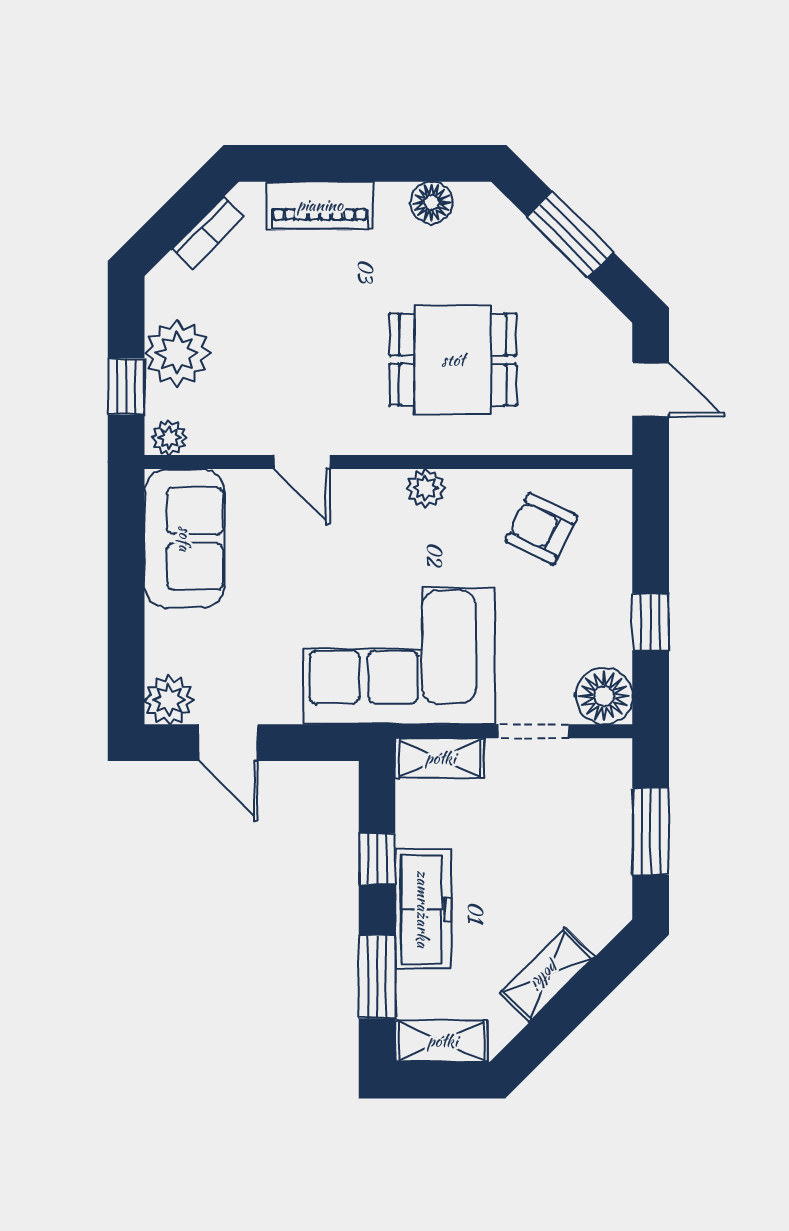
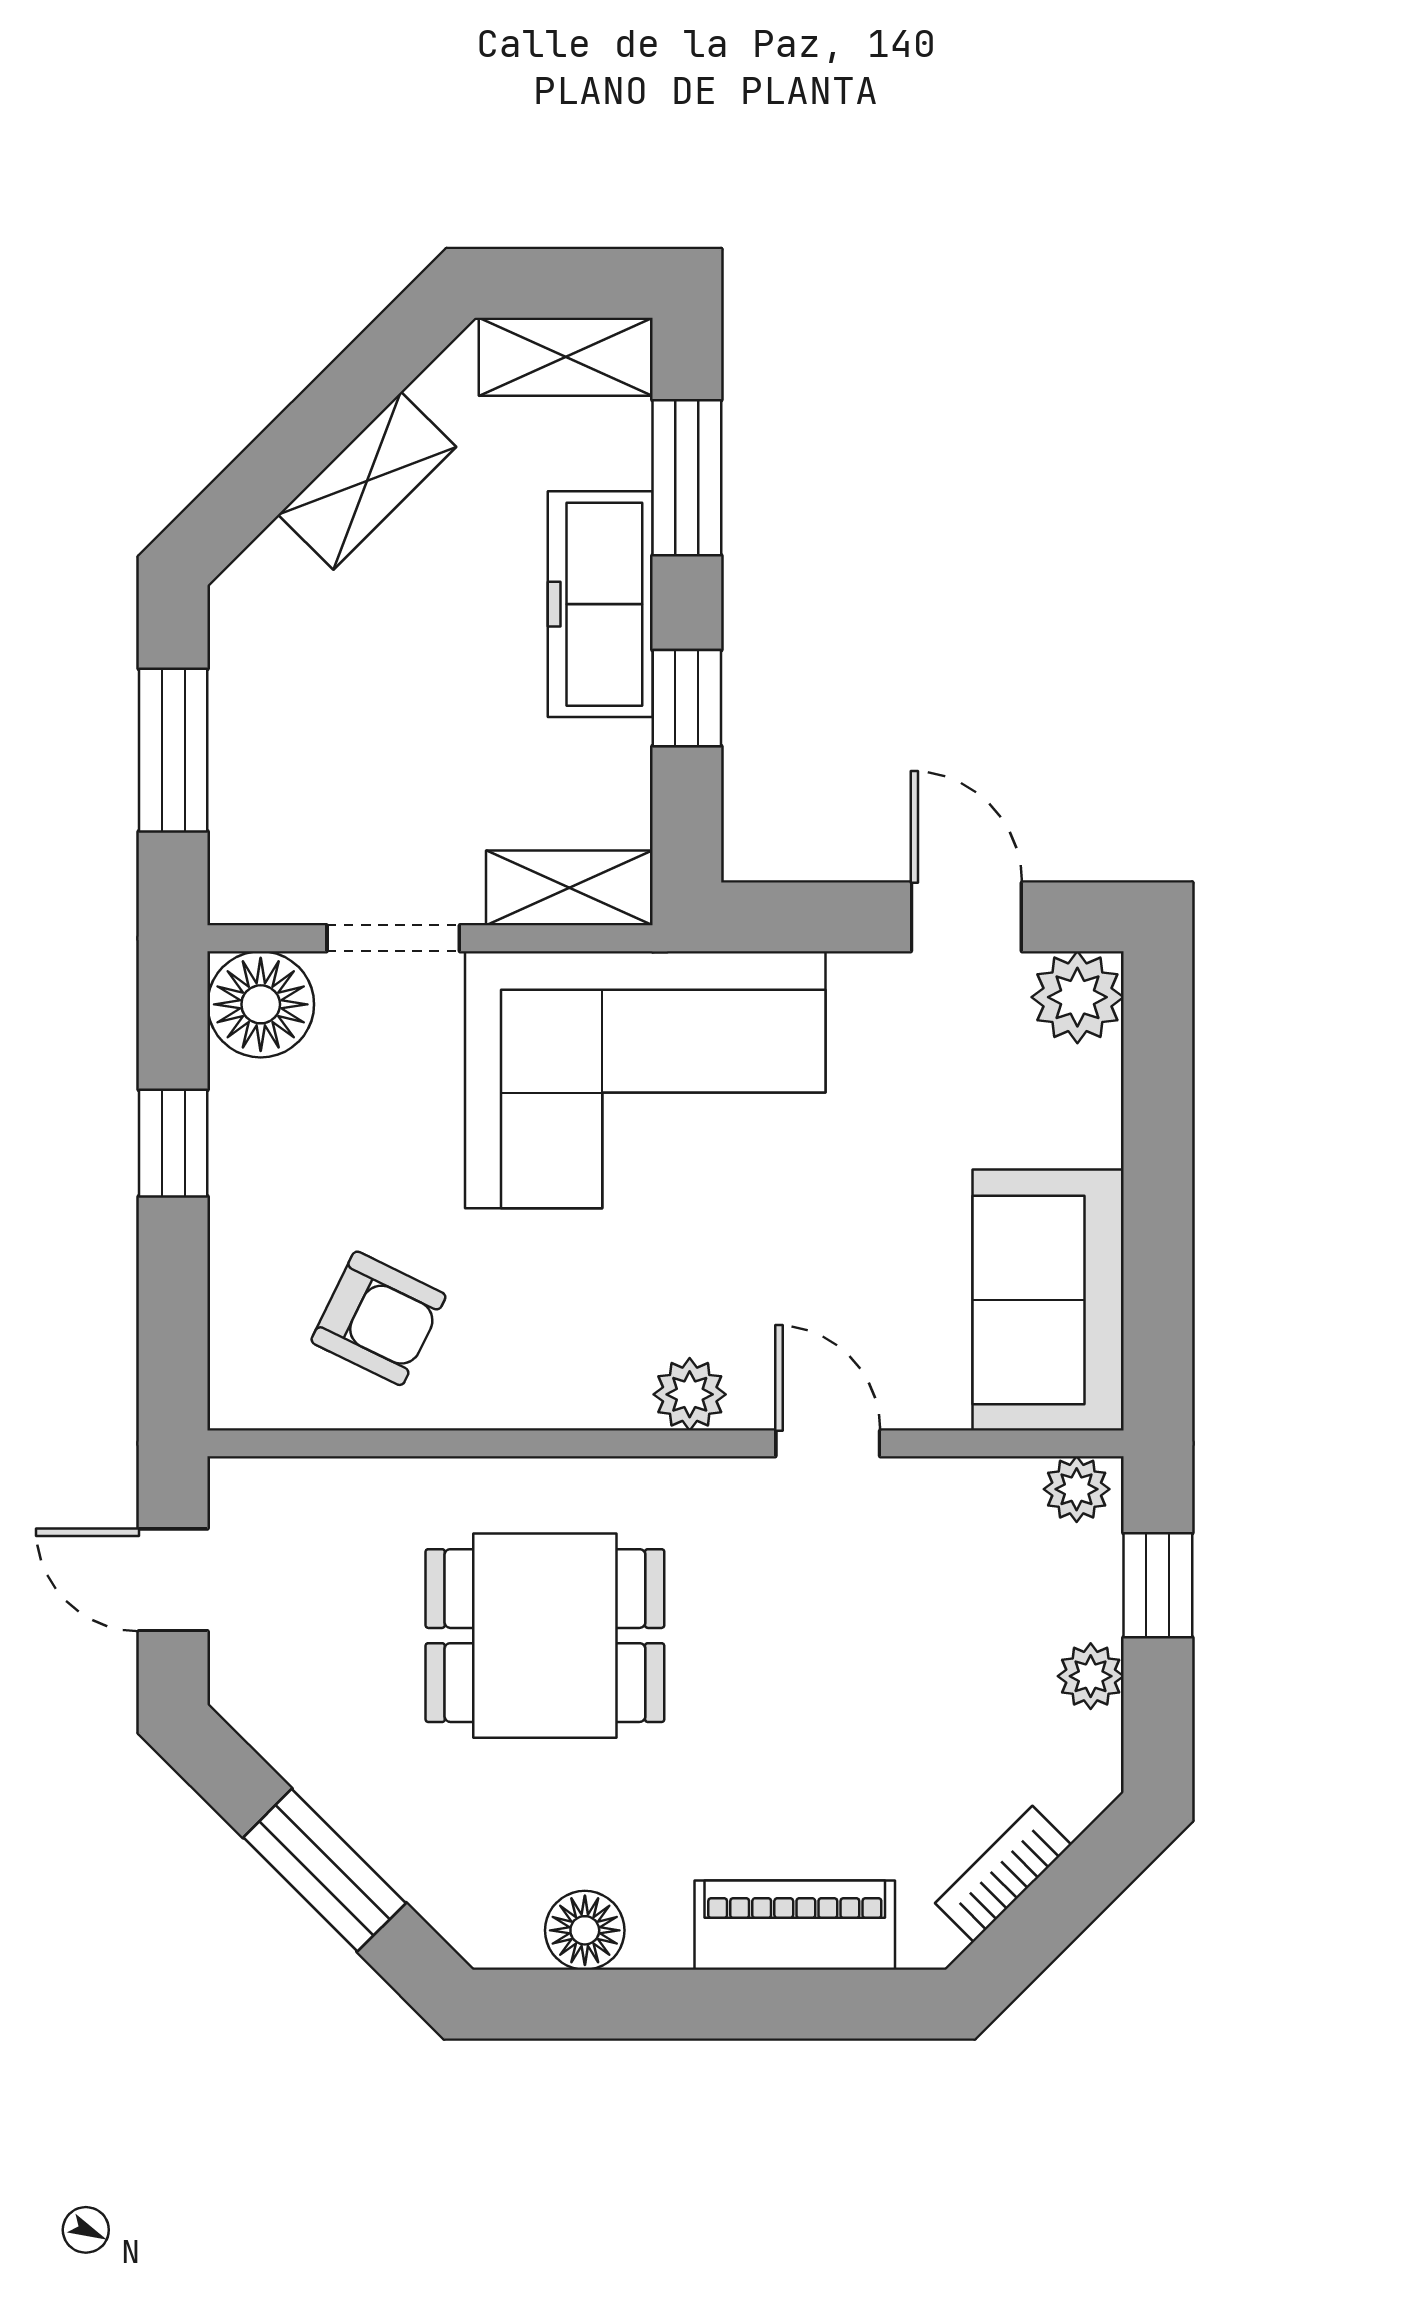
plant: (177, 353) -> (1091, 1676), width x0.53, depth x0.53
plant: (426, 488) -> (690, 1394), moved

